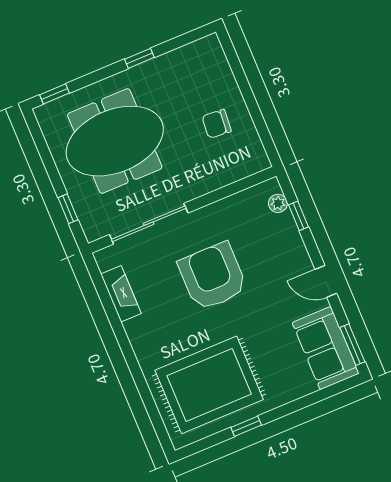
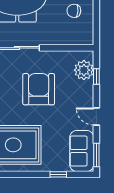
plant: (278, 203) -> (84, 70), width x1.87, depth x1.87
window: (246, 426) -> (58, 174), moved

